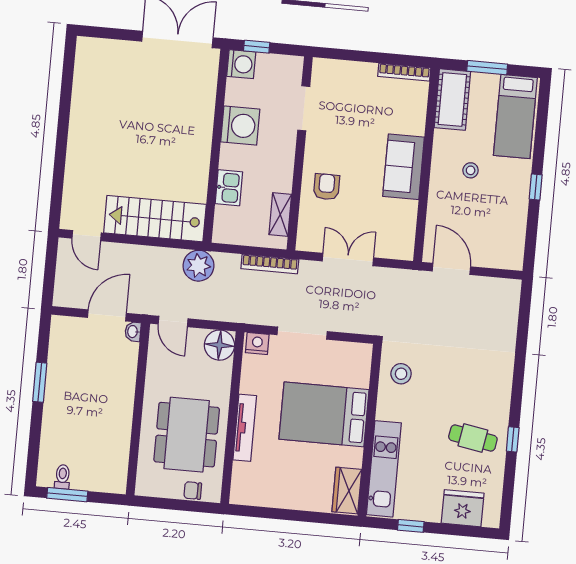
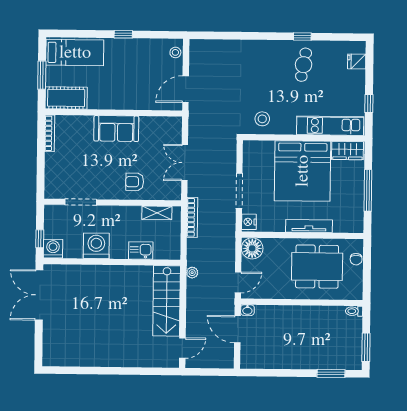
stool: (471, 170) -> (175, 52), moved
plant: (198, 266) -> (192, 273), width x0.53, depth x0.53
window: (40, 382) -> (331, 373), moved
bed: (324, 414) -> (303, 171), width x1.36
toilet: (62, 477) -> (354, 311), moved
fridge: (463, 508) -> (357, 61), width x0.53, depth x0.75
window: (288, 515) -> (368, 190), added

